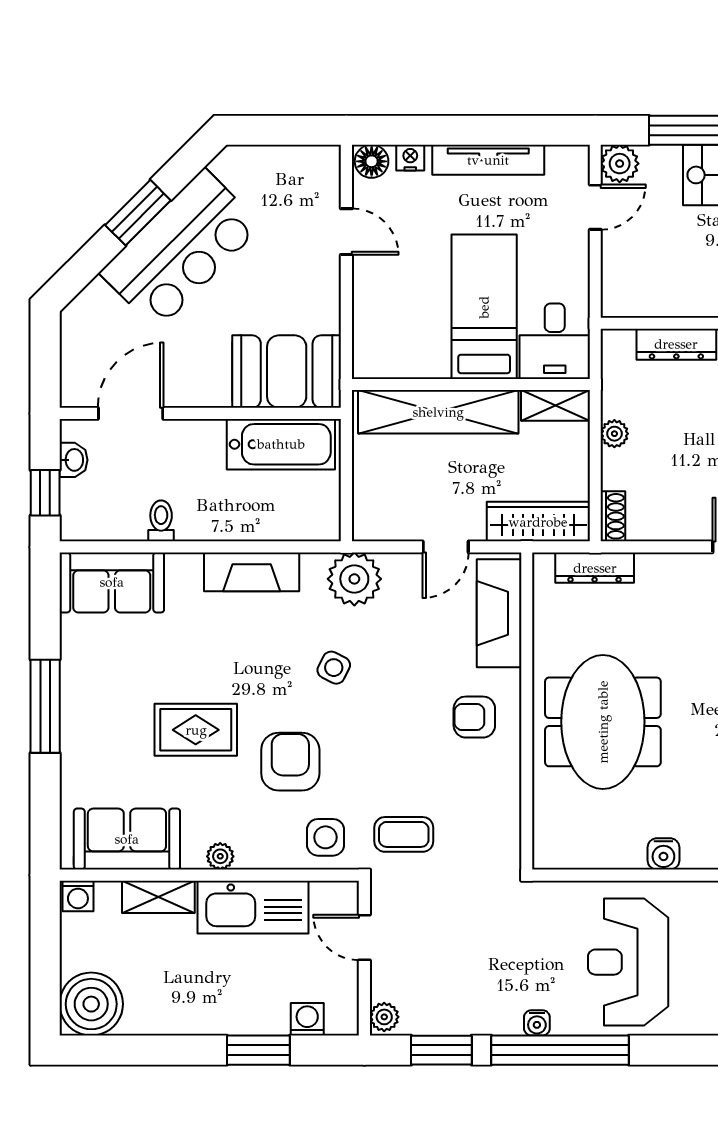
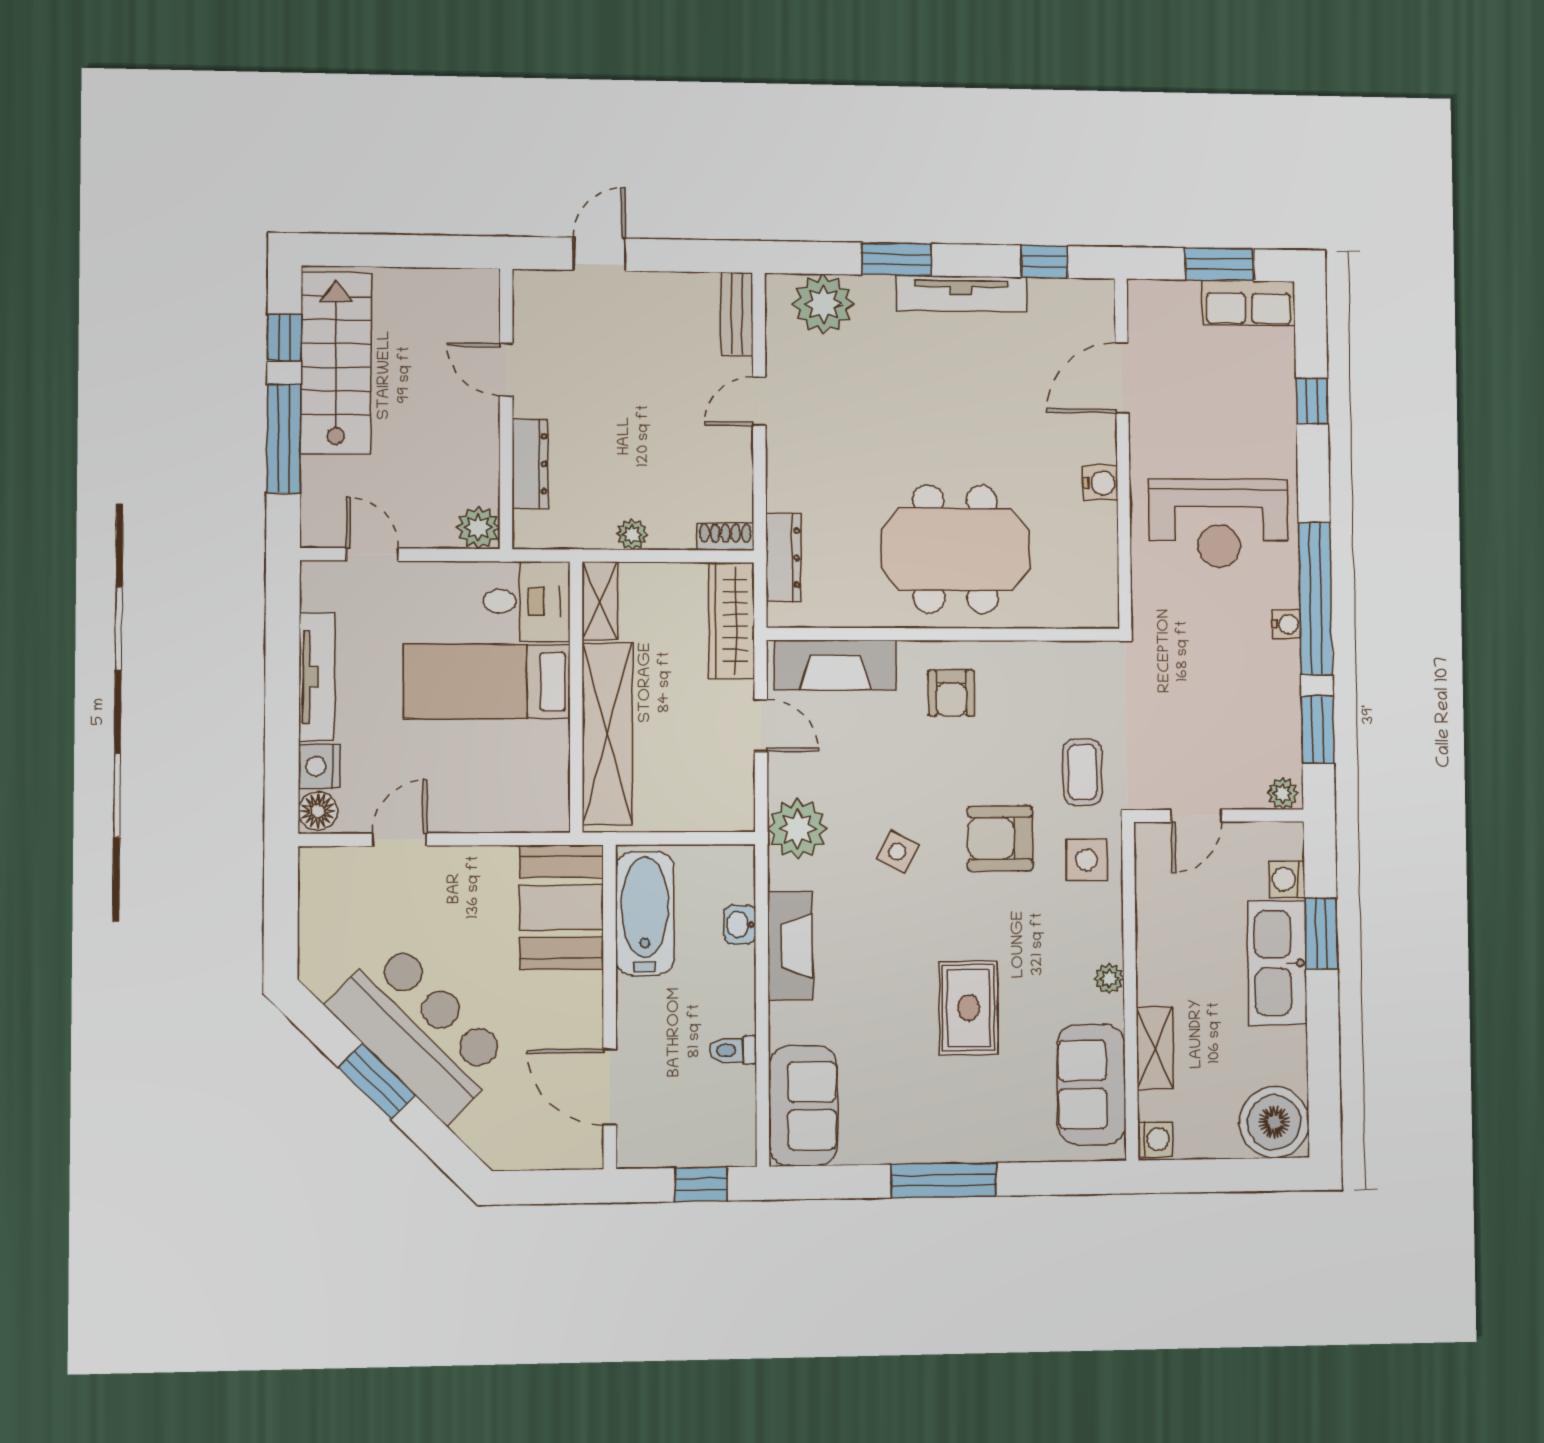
nightstand: (410, 158) -> (319, 766), width x1.39, depth x1.35
plant: (620, 164) -> (478, 527), moved
washbasin: (74, 460) -> (740, 924), moved, turned -90
armchair: (290, 762) -> (1000, 838), moved
kitchen sink: (253, 907) -> (1277, 963), moved, turned 180

